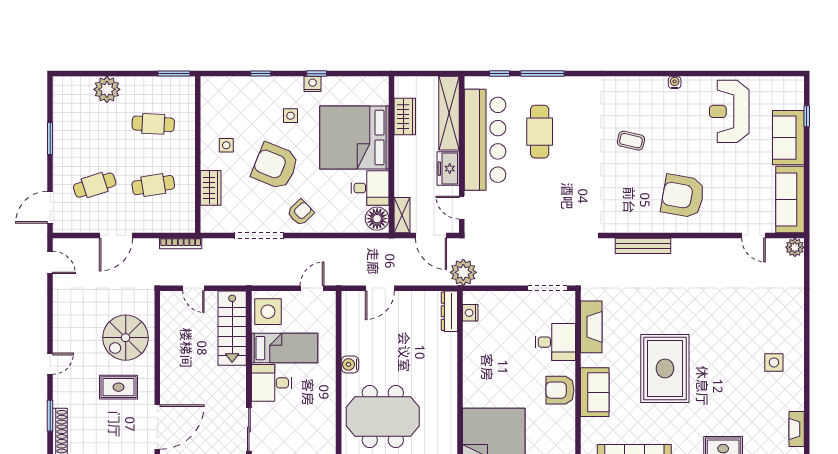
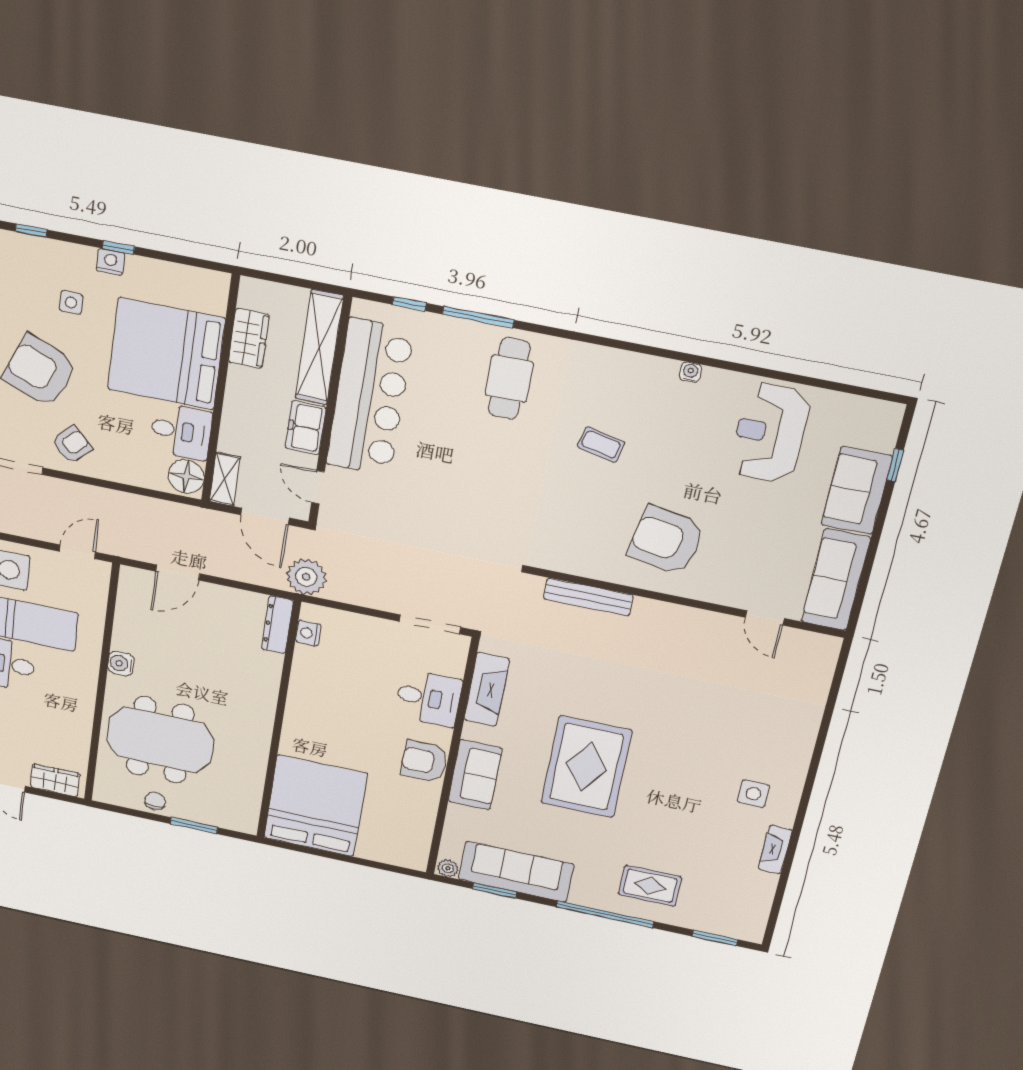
cafe table: (540, 132) -> (509, 379), moved
plant: (795, 247) -> (826, 648), removed
fireplace: (797, 429) -> (775, 850), moved

